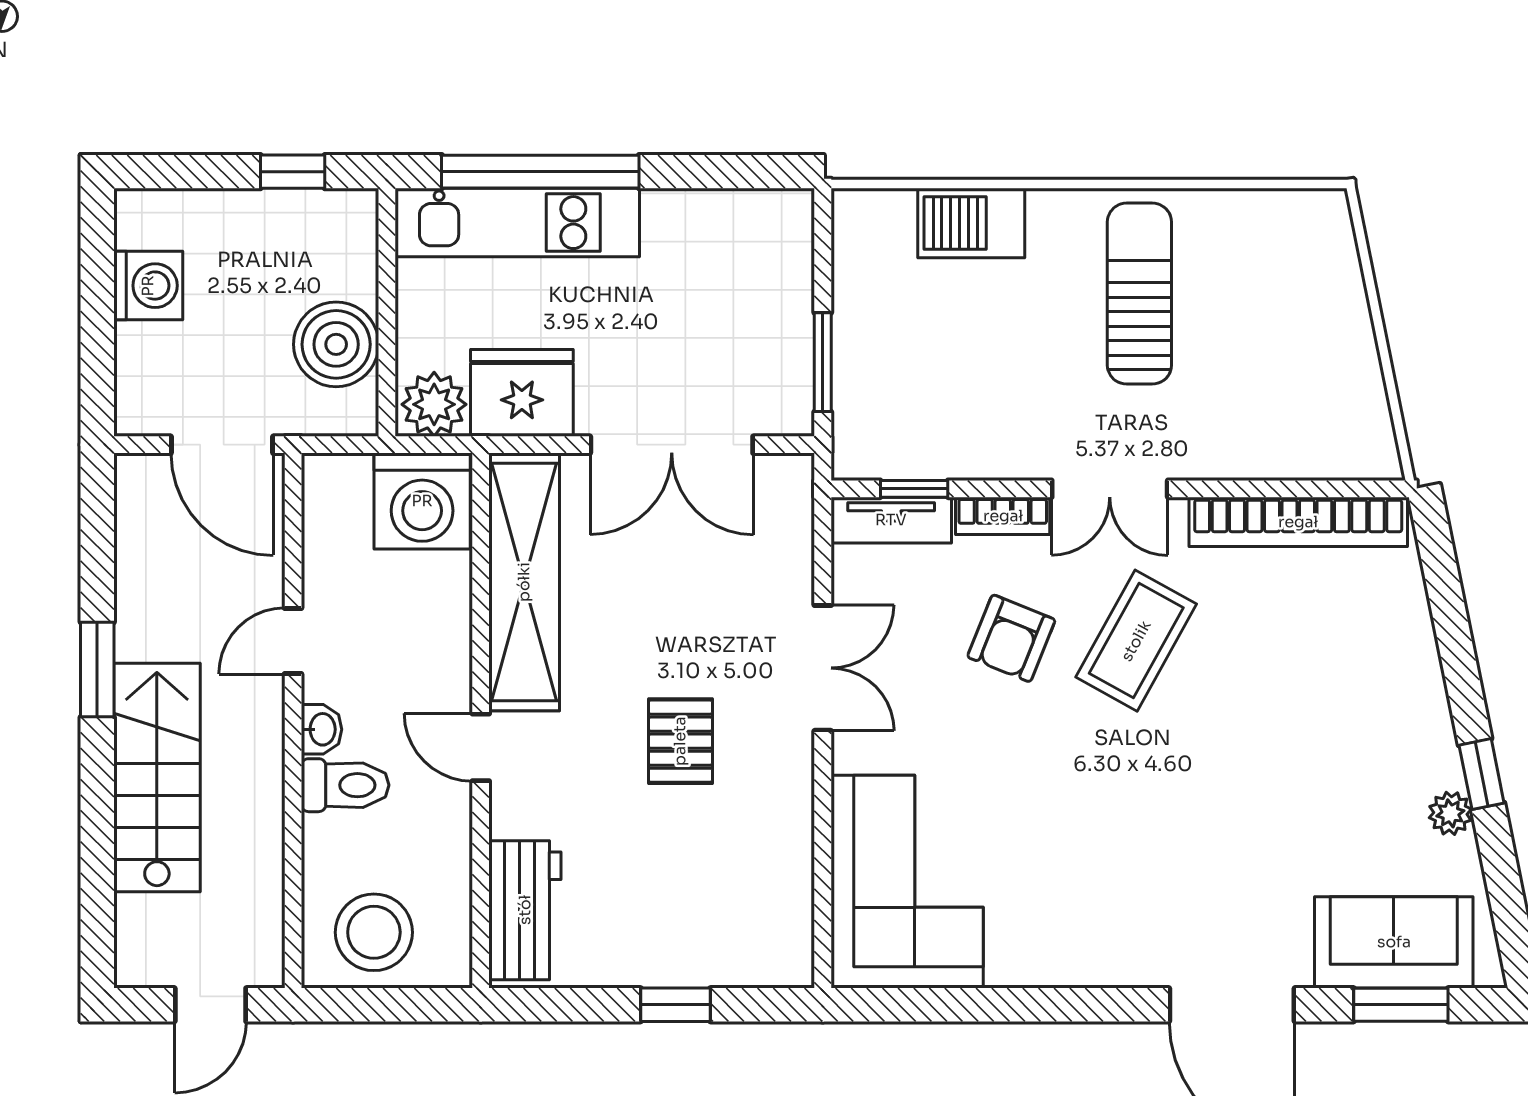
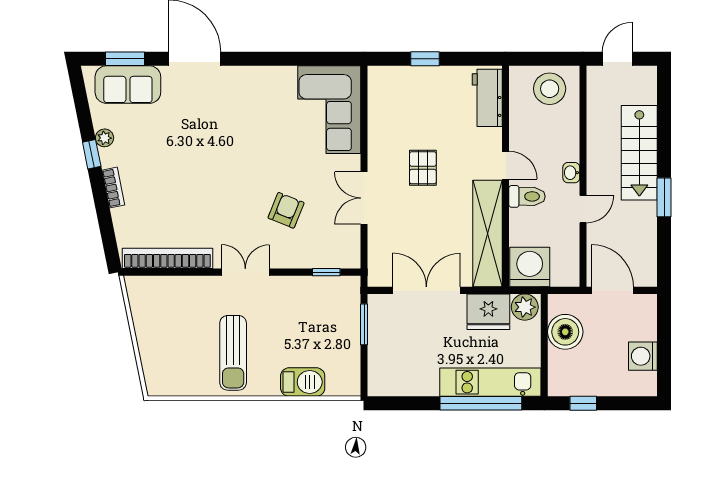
bookcase: (1003, 516) -> (113, 188), moved, turned 79
tv unit: (891, 520) -> (336, 259), removed
coffee table: (1136, 641) -> (234, 209), removed
toilet: (345, 785) -> (527, 196), moved, turned 180

